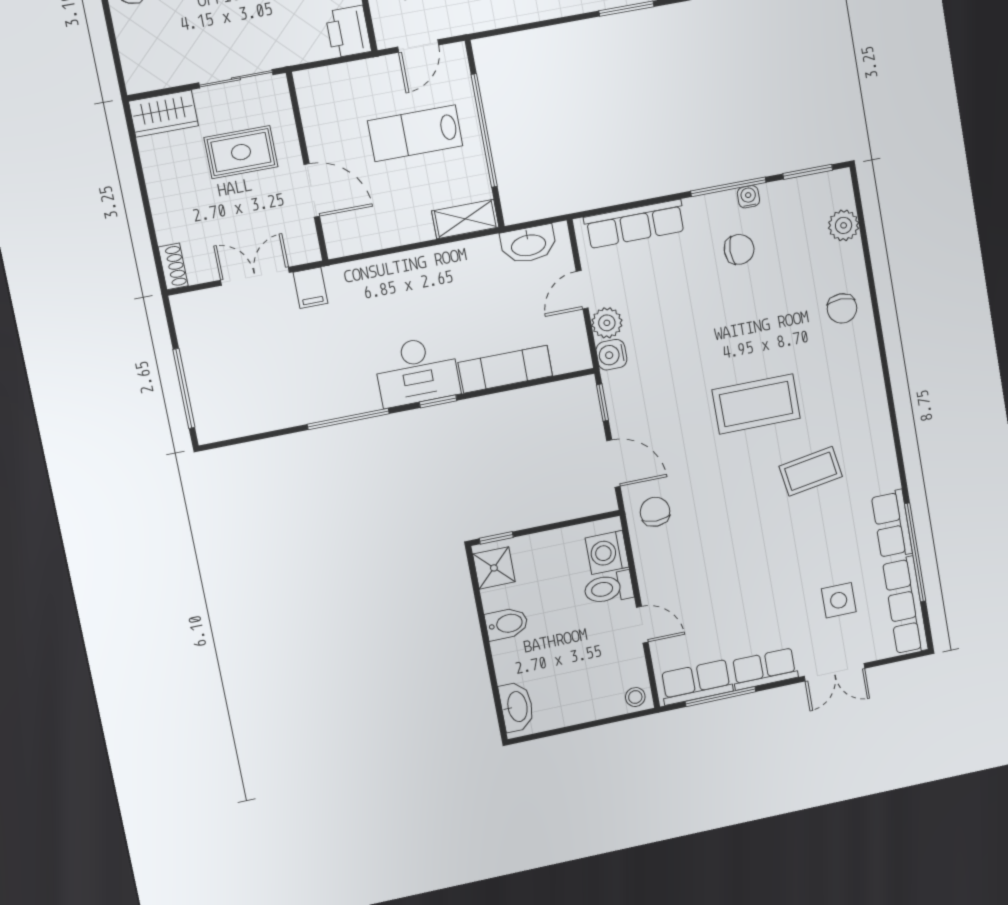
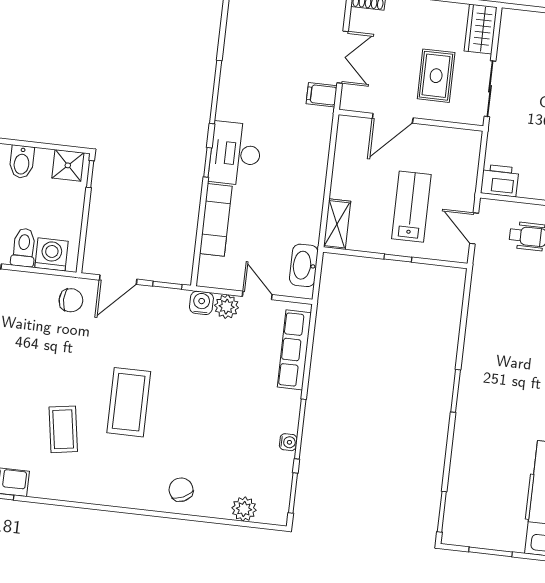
window: (484, 131) -> (398, 258), width x0.32
chair: (739, 249) -> (251, 423), removed
chair: (842, 308) -> (181, 490), turned 65

